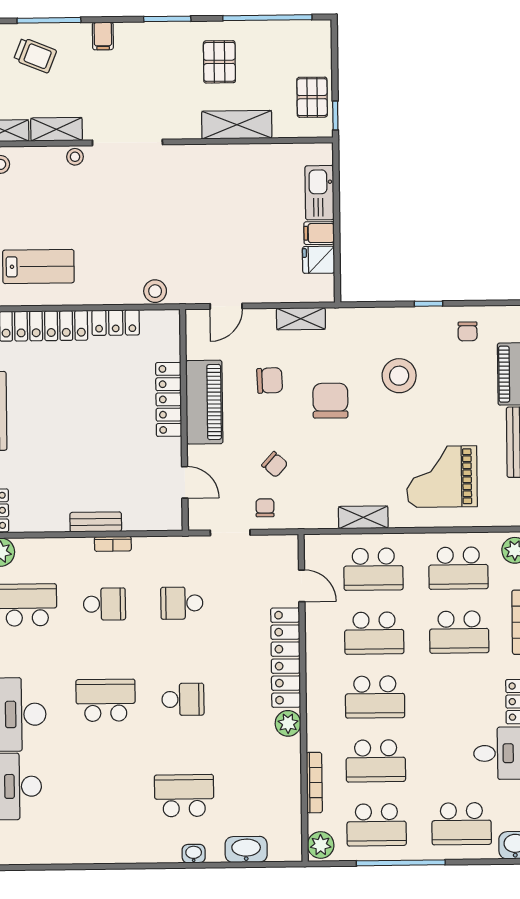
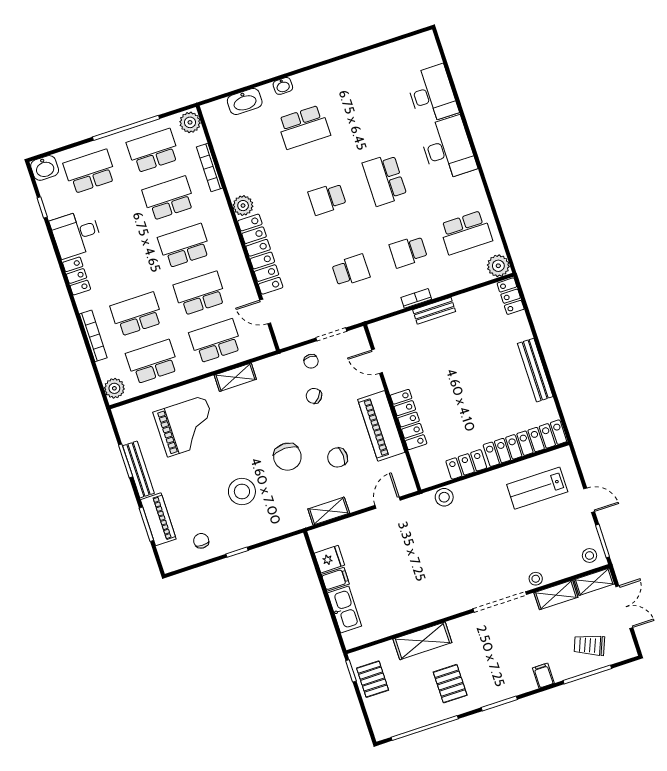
school desk: (106, 700) -> (385, 180), turned 90

